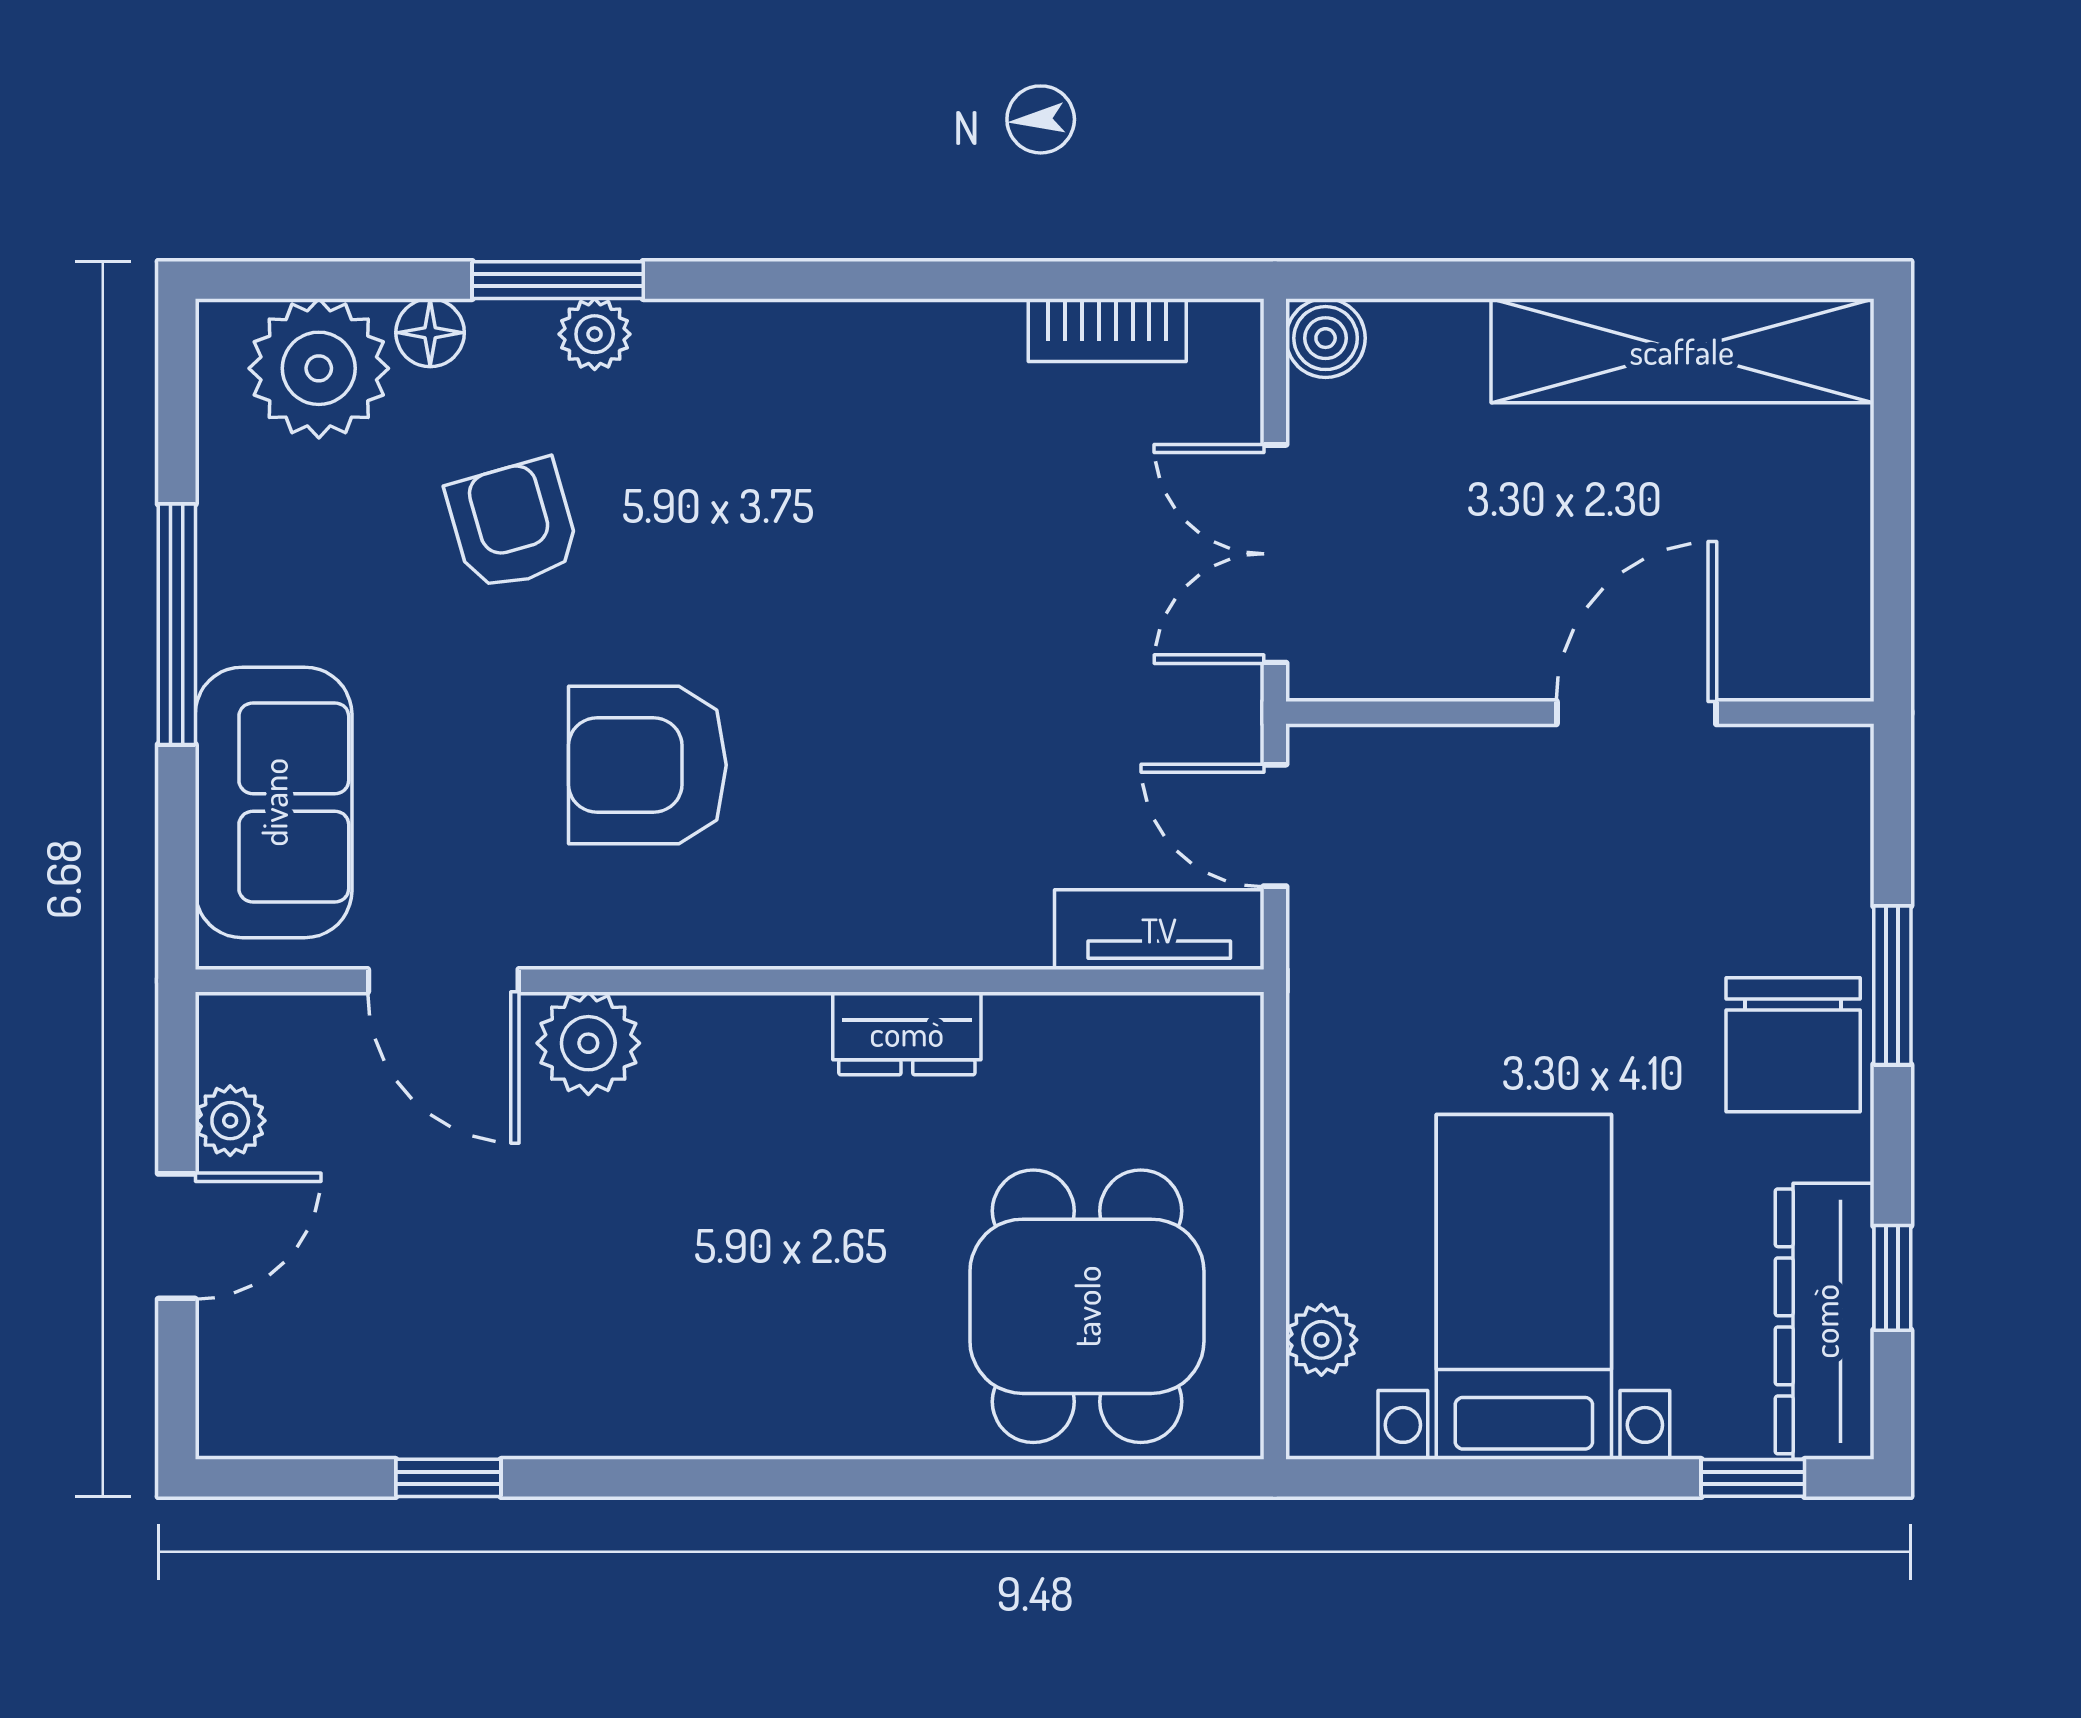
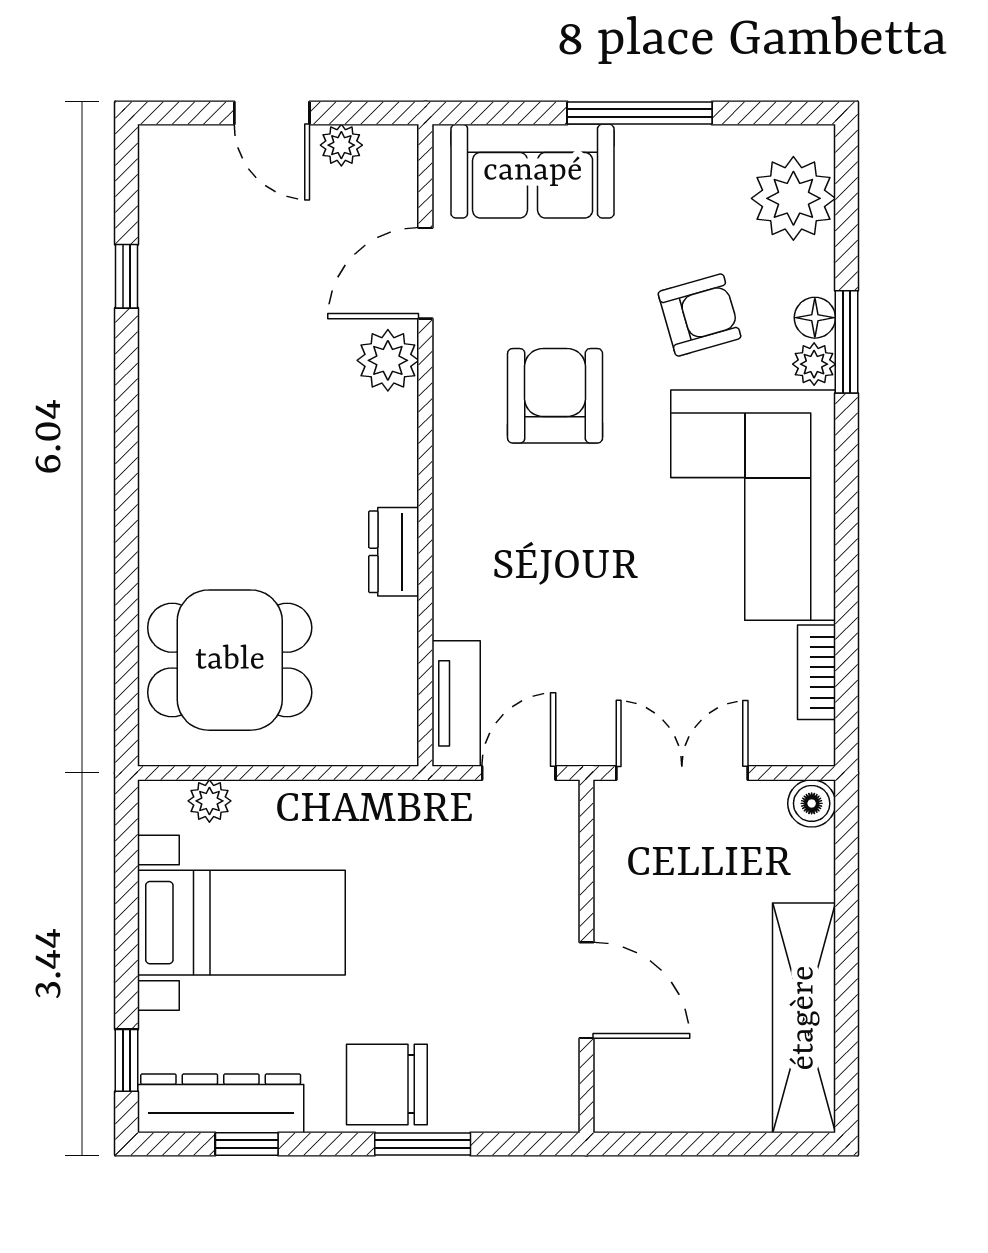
floor lamp: (430, 333) -> (815, 318), moved
corner sofa: (829, 435) -> (753, 505), added

